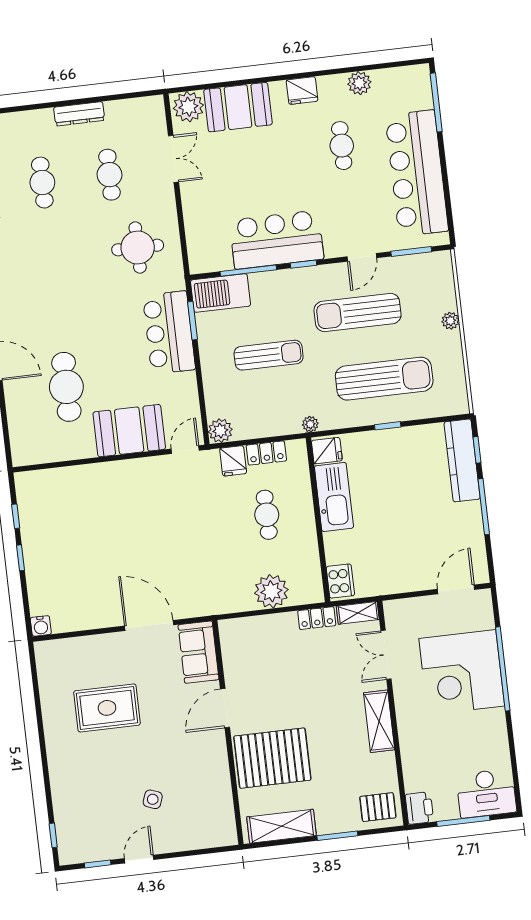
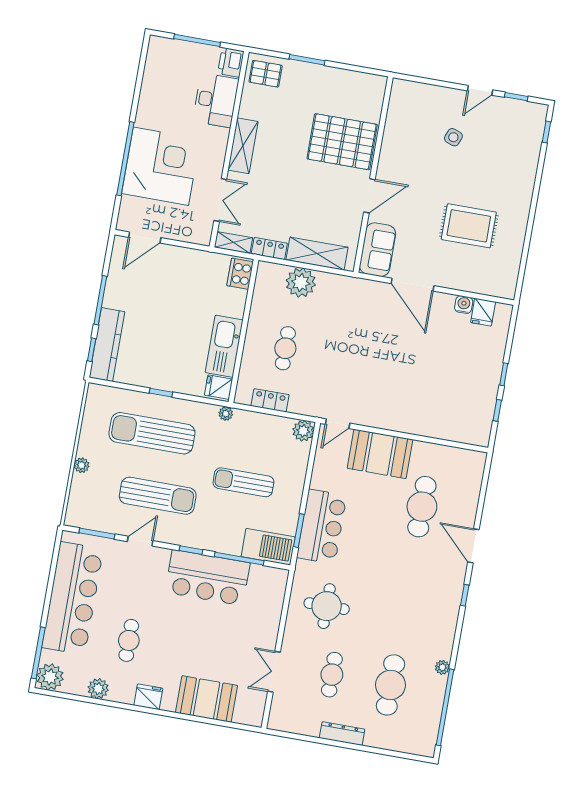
plant: (188, 107) -> (50, 677), moved
cafe table: (42, 183) -> (390, 685), width x1.37, depth x1.35
fridge: (233, 461) -> (483, 312), moved, turned 180
water cooler: (41, 626) -> (464, 305), moved
desk: (486, 793) -> (216, 100), moved, turned 90
shelving: (281, 826) -> (317, 254), moved

